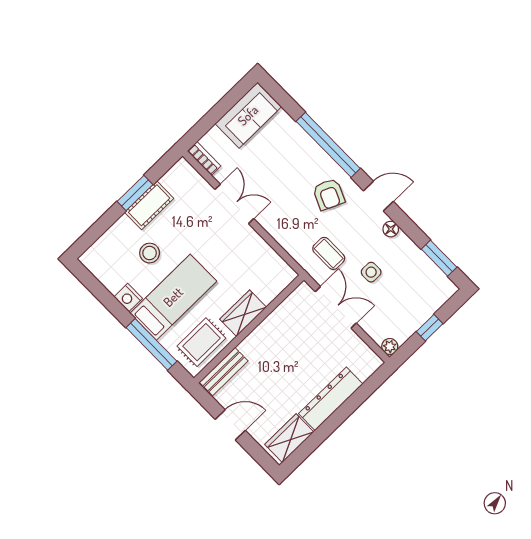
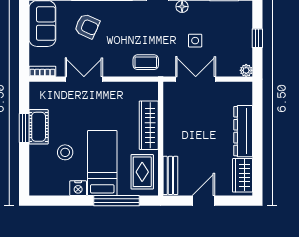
armchair: (329, 194) -> (87, 26), moved
coffee table: (329, 253) -> (146, 62), moved
wardrobe: (243, 313) -> (149, 125), width x1.50

